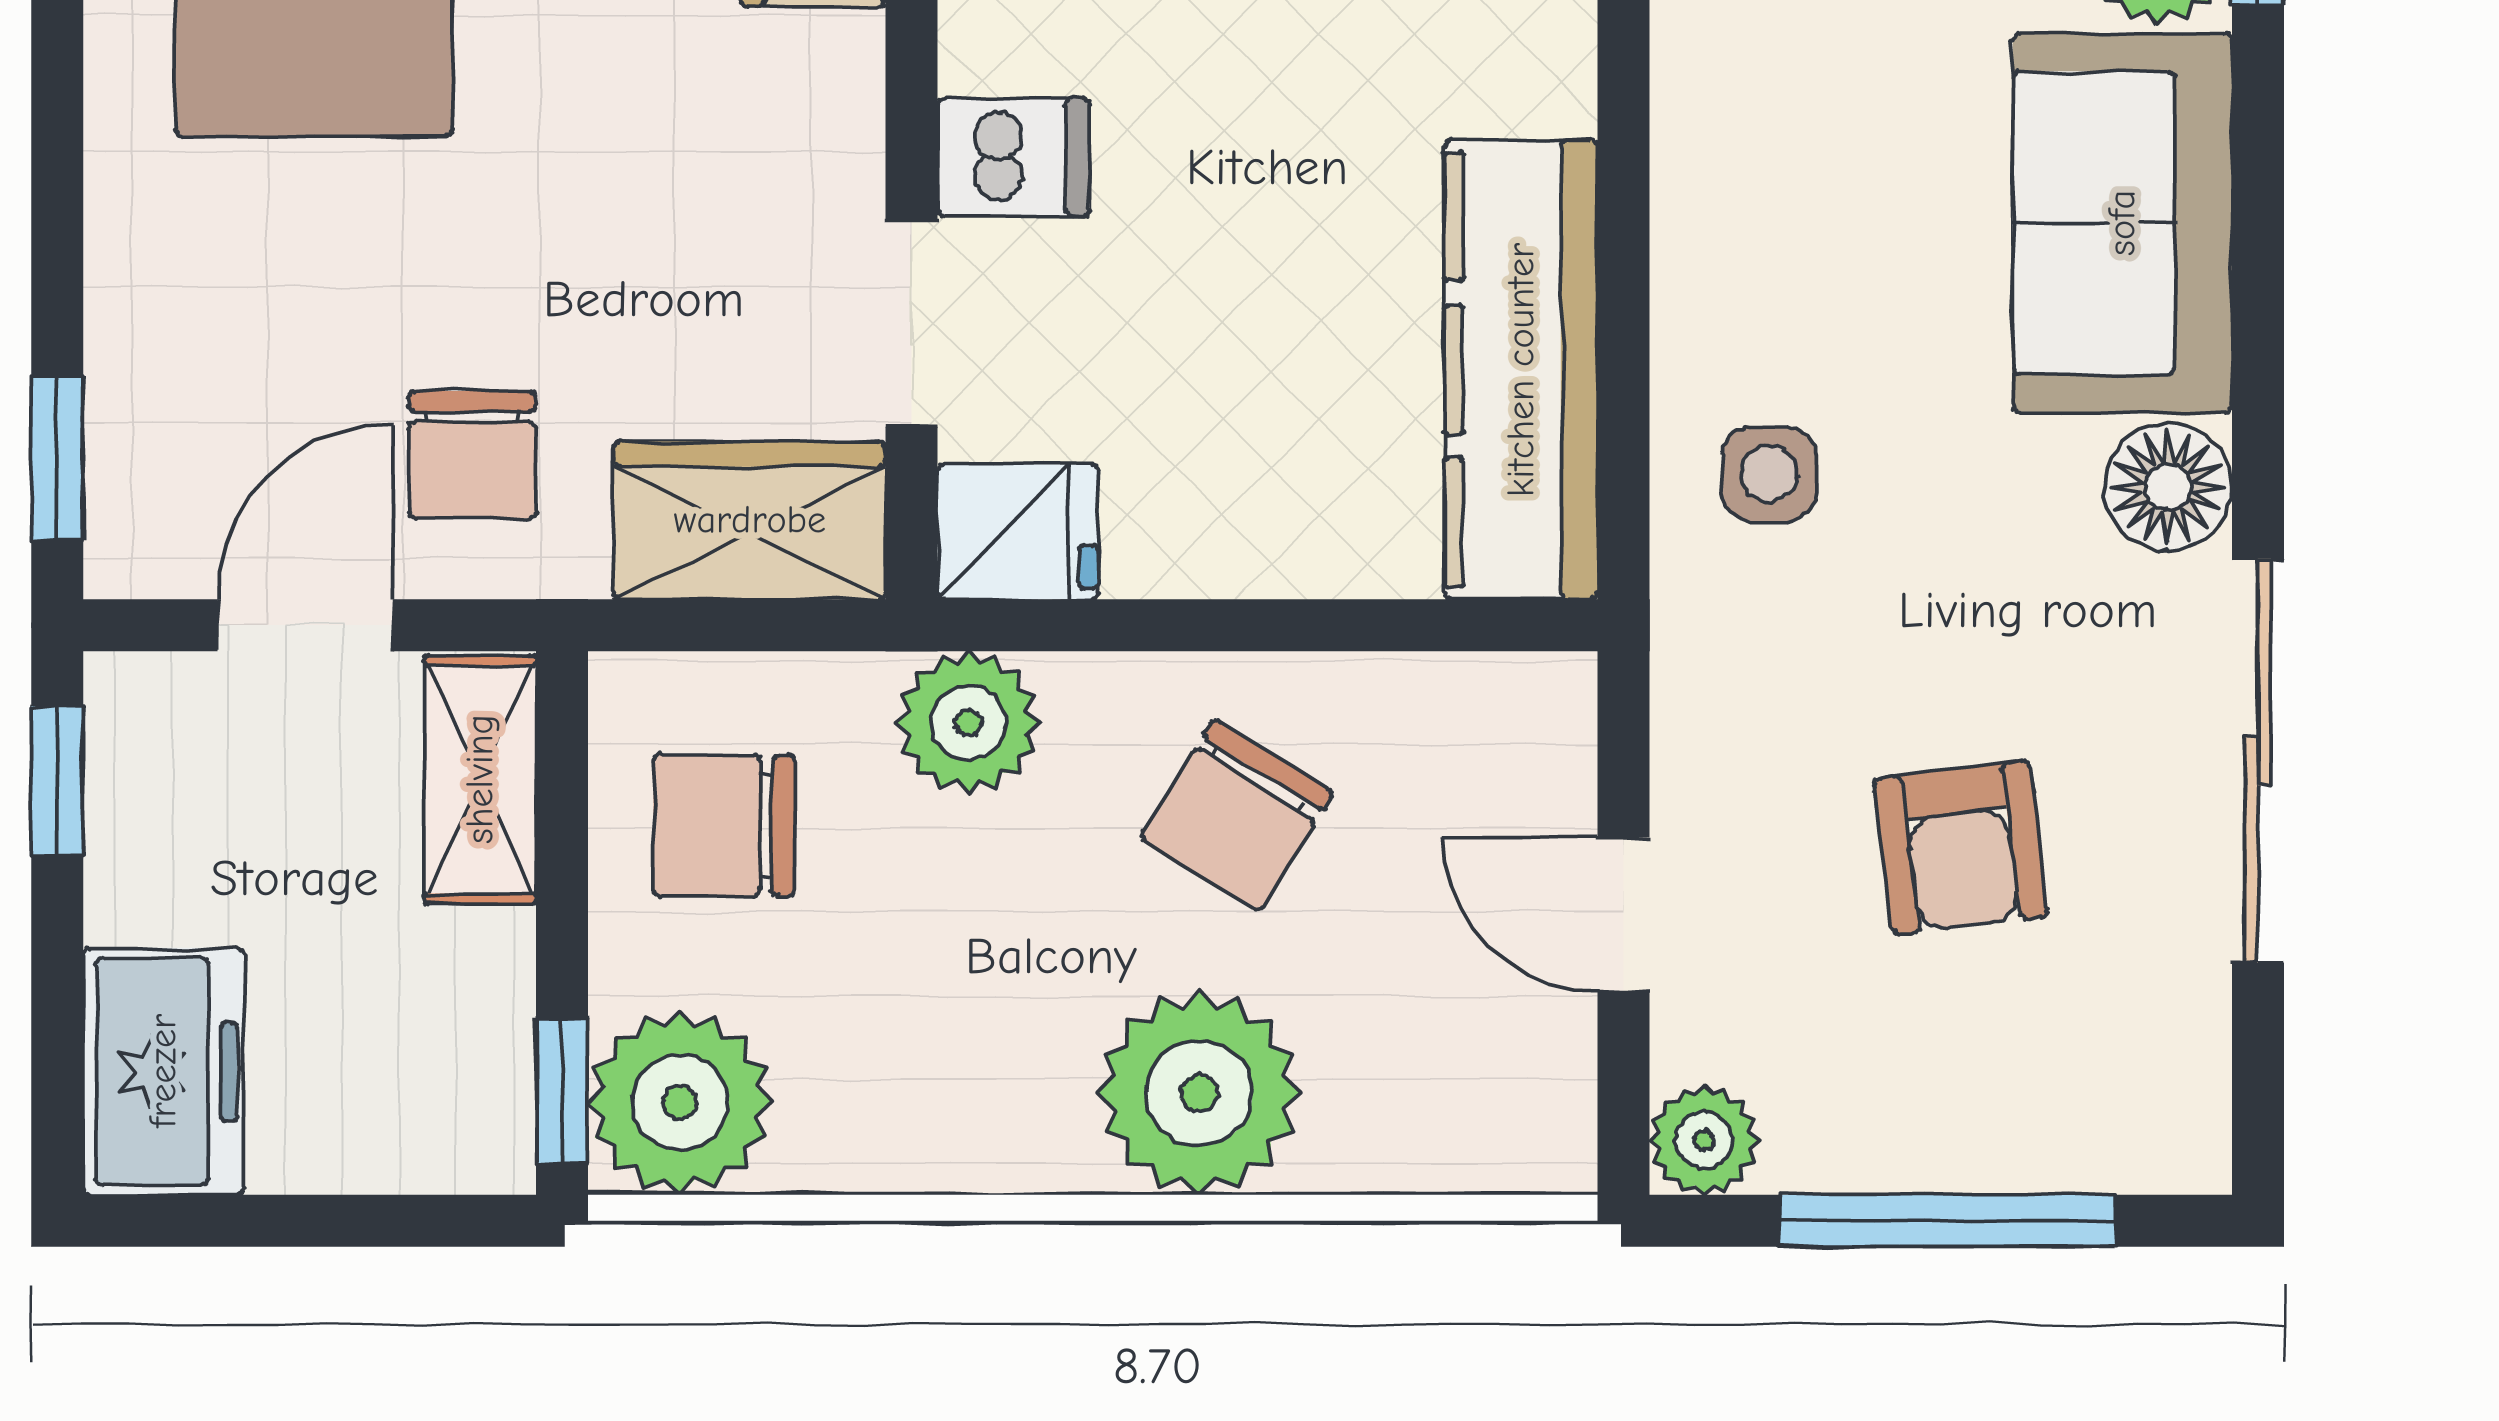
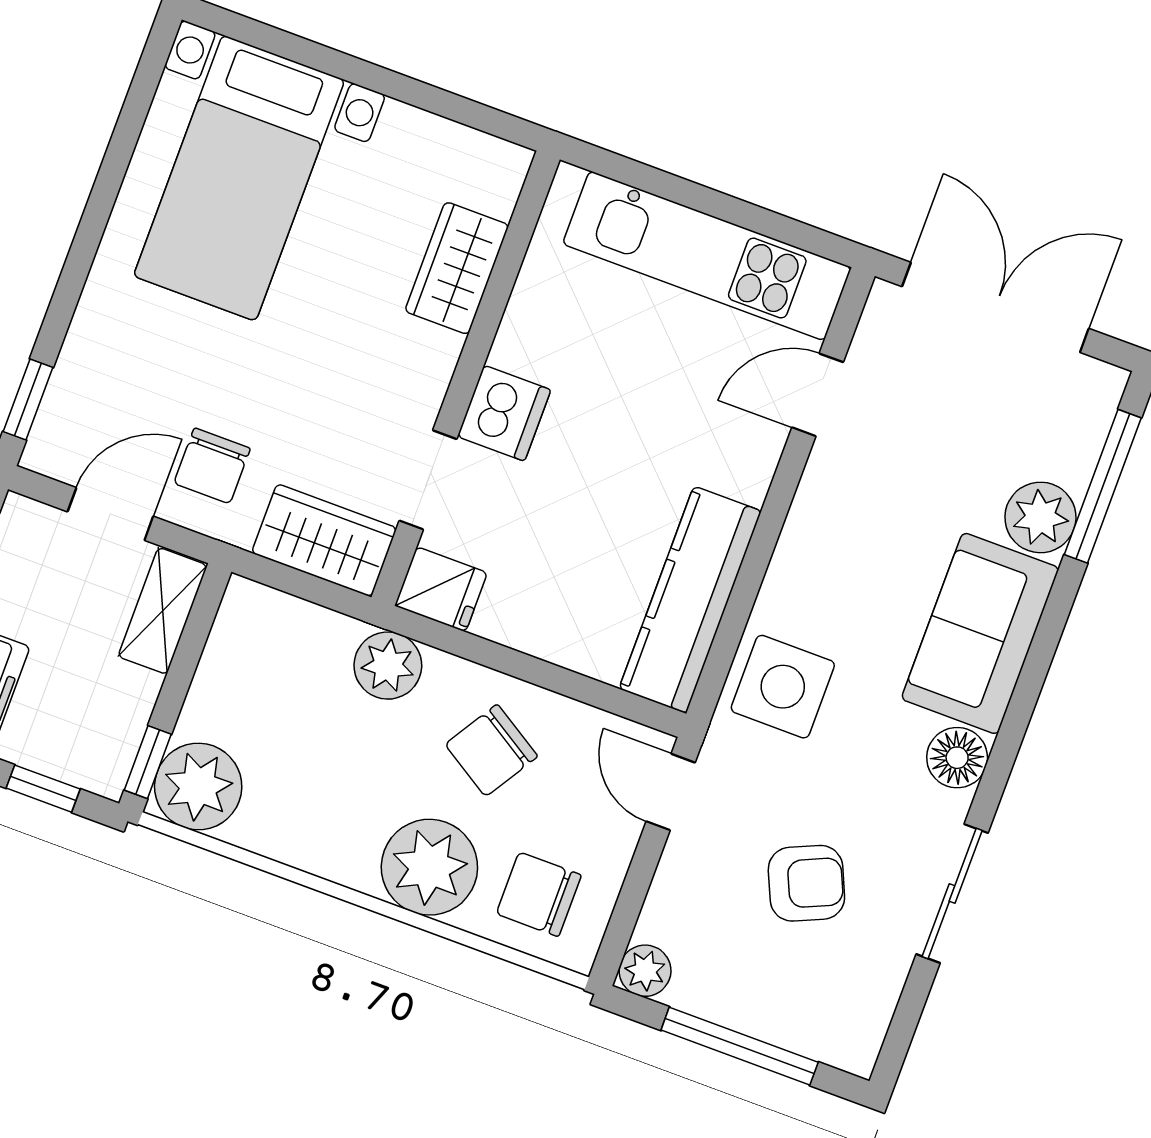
dishwasher: (1014, 157) -> (504, 413), width x1.38
side table: (1769, 474) -> (783, 687), width x1.87, depth x1.87
sliding door: (2258, 761) -> (952, 894), width x0.73
chair: (724, 825) -> (539, 894), moved
armchair: (1961, 848) -> (806, 883), turned -107
door: (1624, 915) -> (671, 792), moved
window: (374, 1221) -> (43, 789), added

